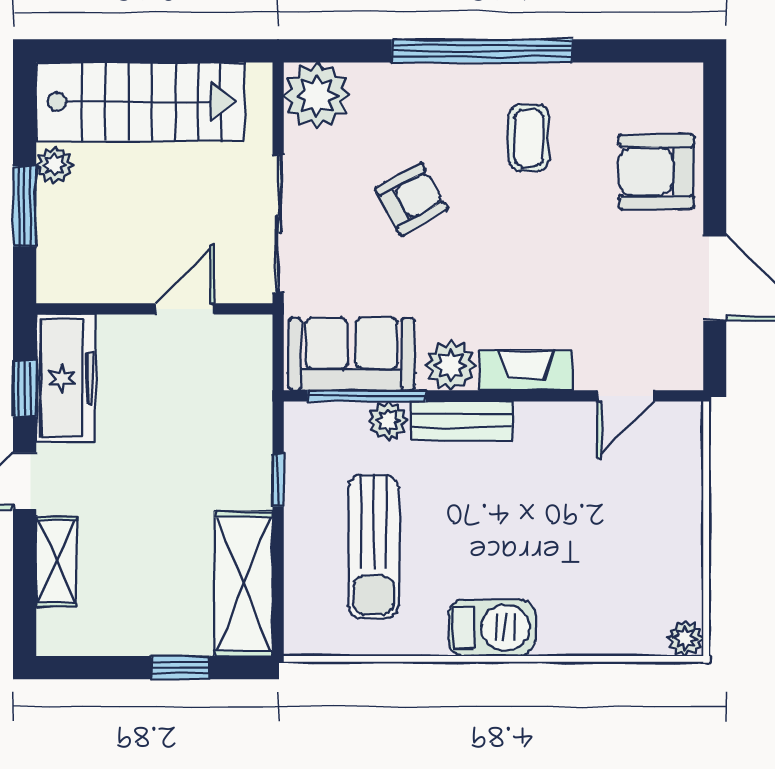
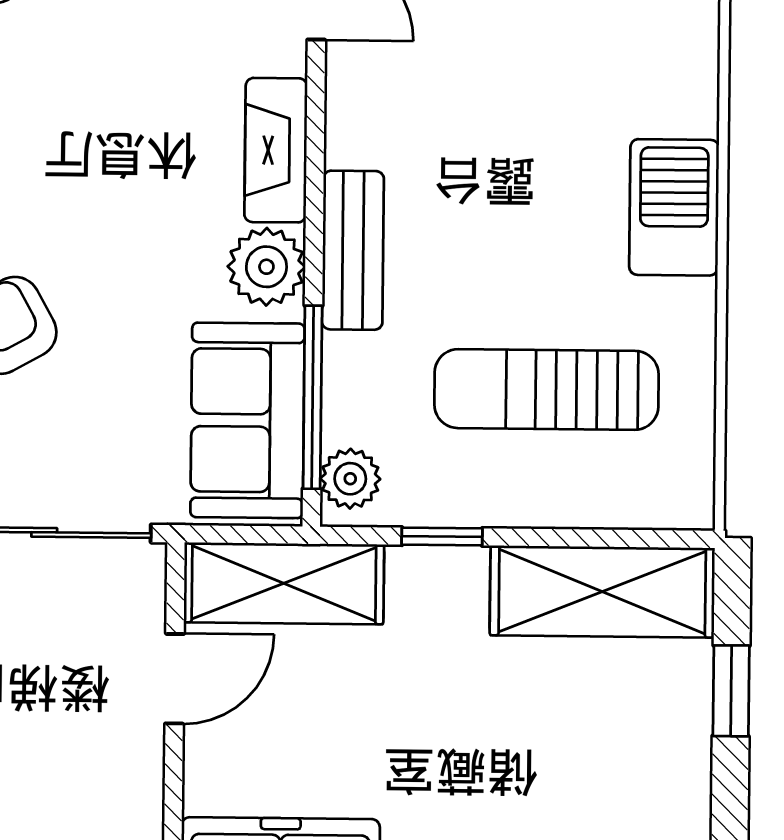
door: (185, 309) -> (175, 679), swing flipped
shelving: (247, 379) -> (284, 583), added
plant: (388, 421) -> (350, 479), moved
sun lounger: (374, 547) -> (546, 389), turned 180

